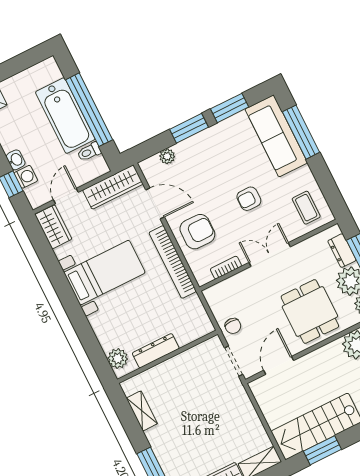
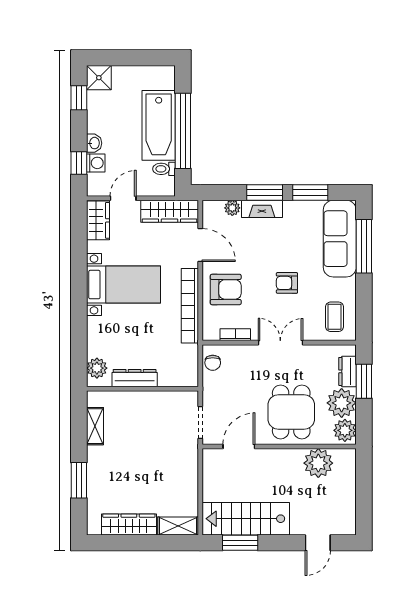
fireplace: (194, 144) -> (262, 209), added
chair: (233, 326) -> (213, 363), moved

